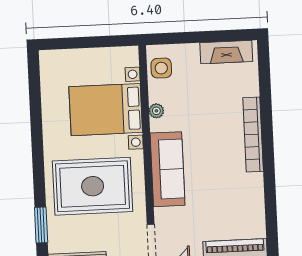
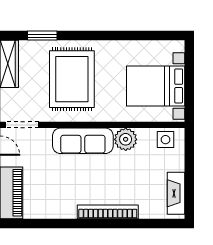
bed with nightstands: (106, 110) -> (156, 86), moved, turned -90
plant: (156, 111) -> (126, 139), width x1.88, depth x1.88

